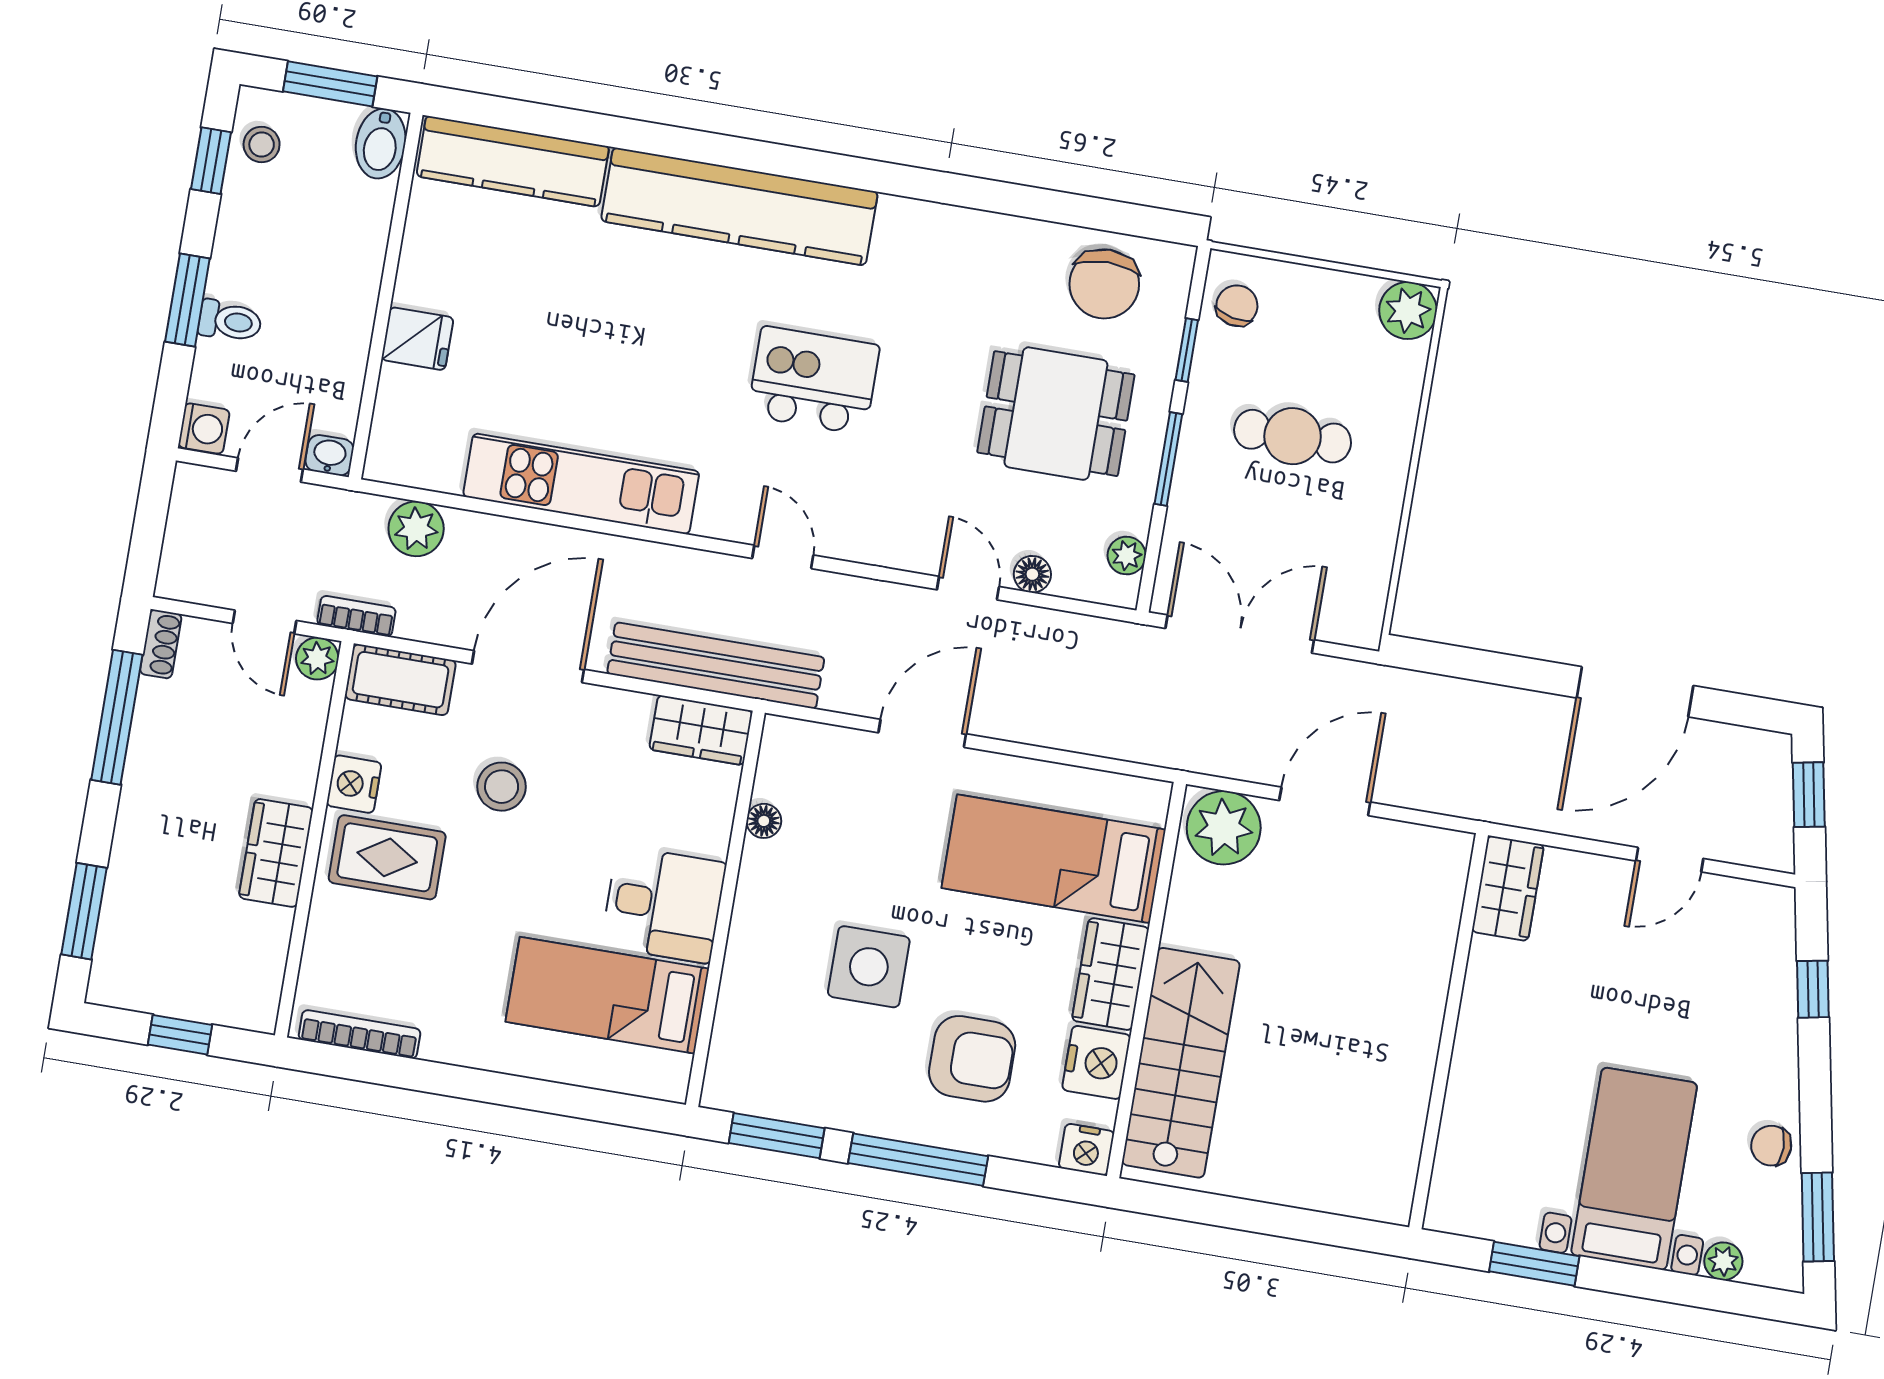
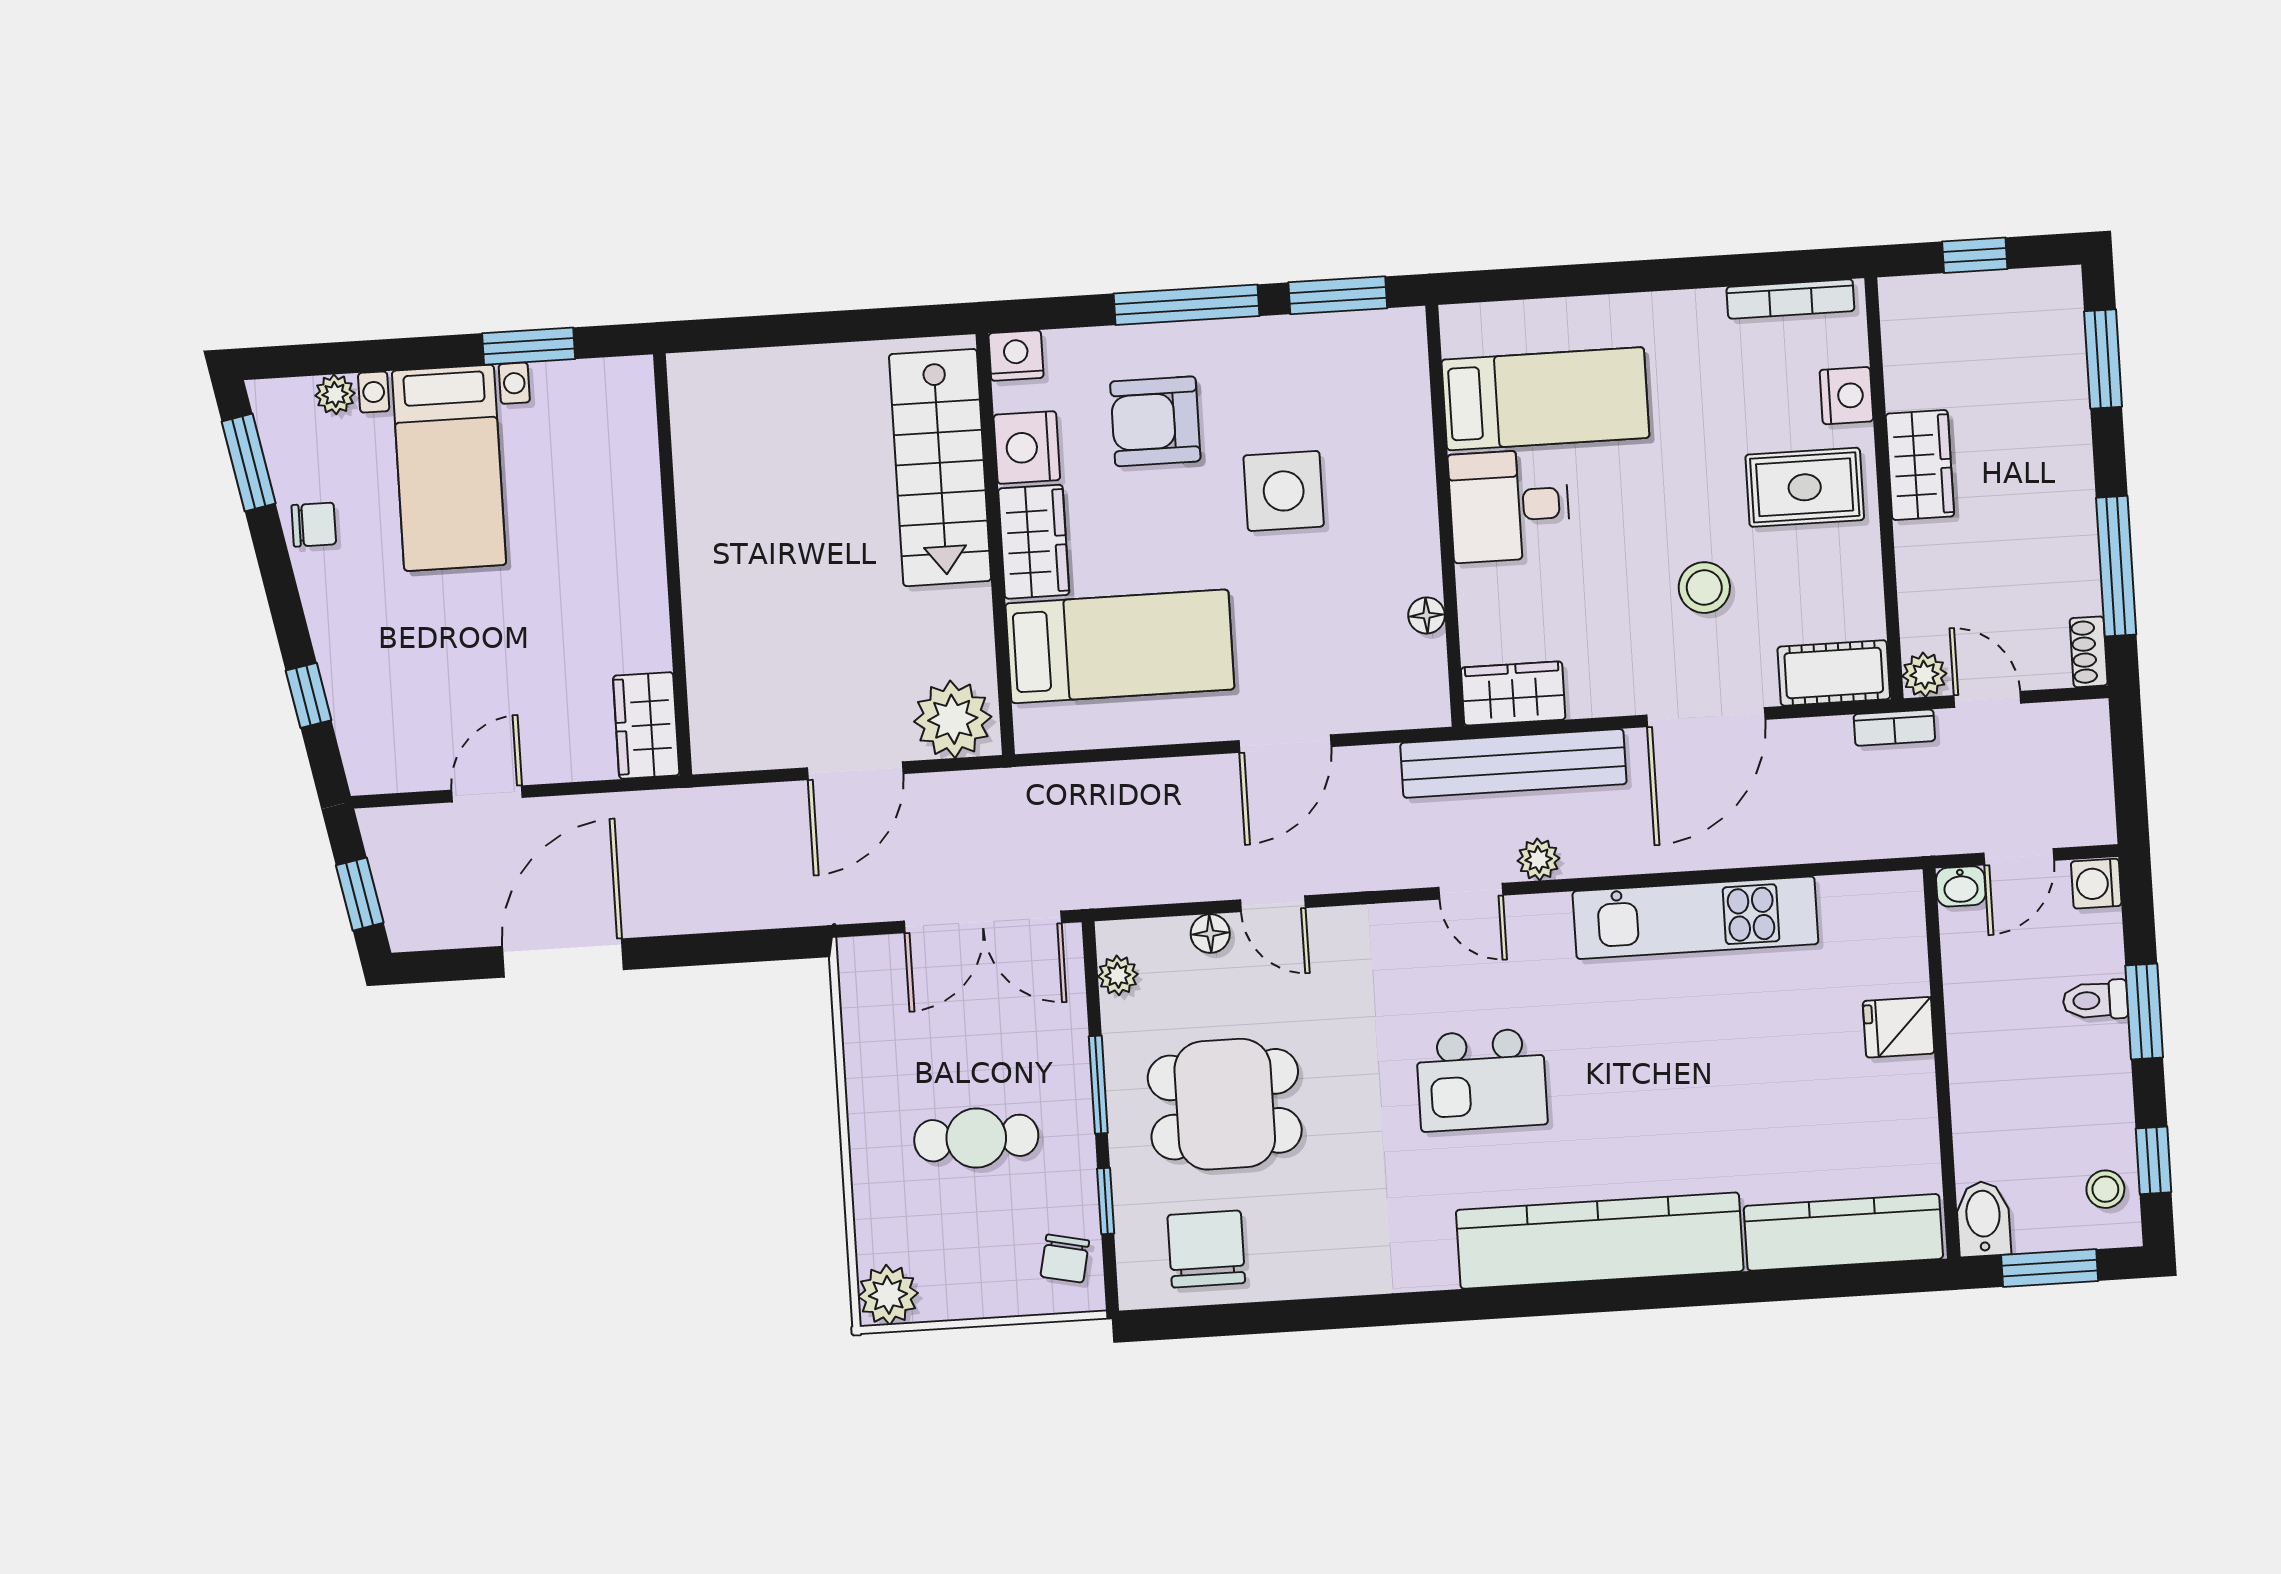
plant: (416, 529) -> (1539, 859), moved, width x0.73, depth x0.73
nightstand: (354, 784) -> (1846, 396), moved

